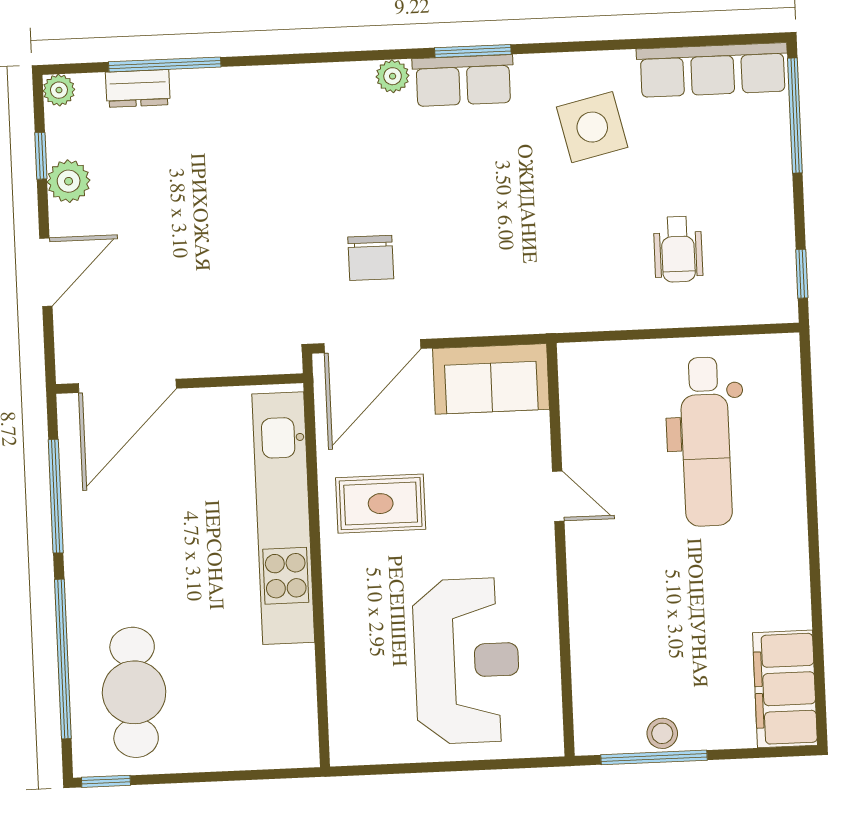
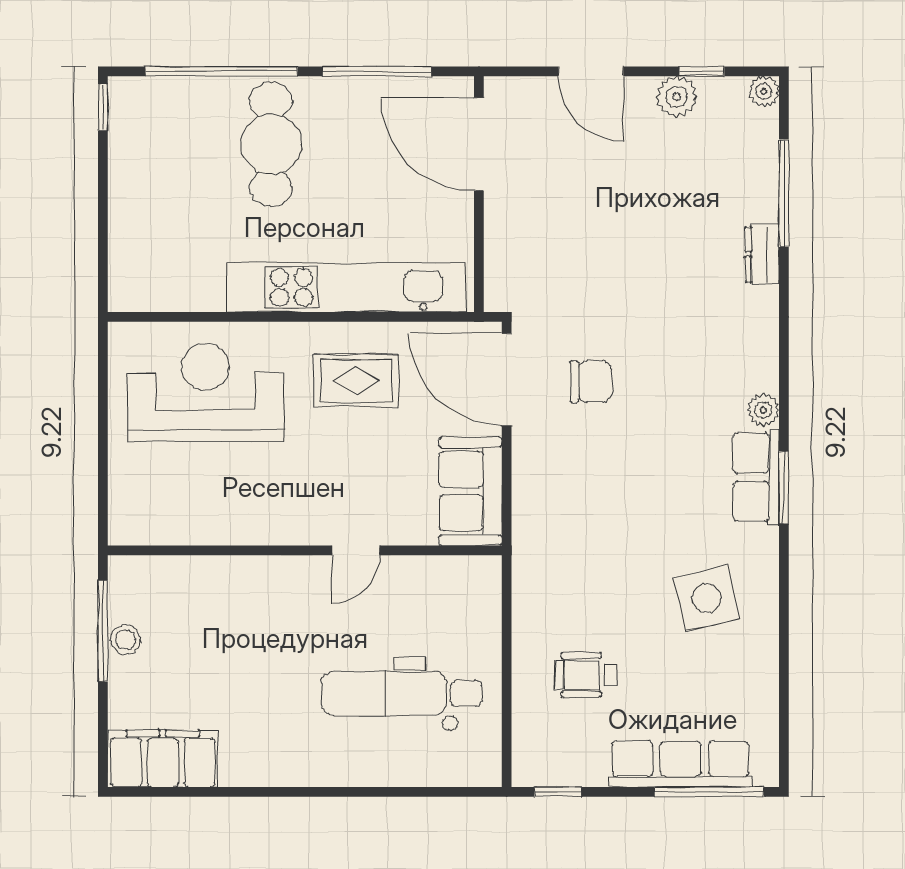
row of seats: (712, 70) -> (681, 764), moved, turned 90
dresser: (138, 88) -> (762, 254), moved
chair: (371, 258) -> (591, 382), turned 180
rug: (381, 504) -> (356, 381), turned 90
reception desk: (467, 661) -> (205, 392), moved, turned 180
cafe table: (134, 692) -> (271, 144), moved, turned 90

